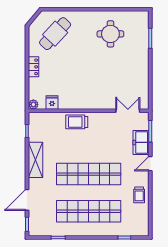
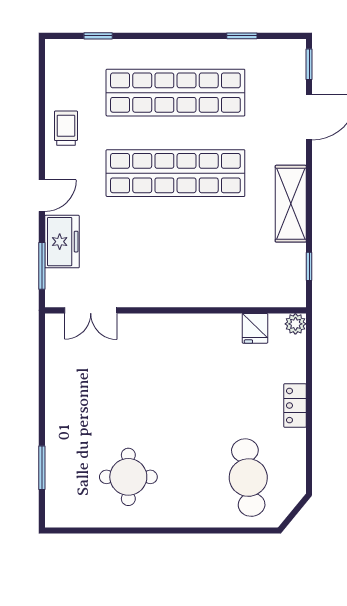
cafe table: (55, 34) -> (248, 478), turned -50
trolley: (77, 122) -> (201, 286), removed

